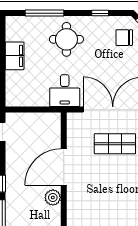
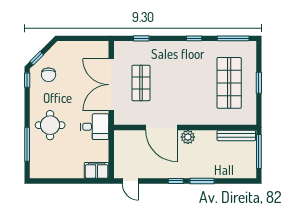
window: (100, 13) -> (27, 80), moved
filing cabinet: (15, 56) -> (97, 170), moved

